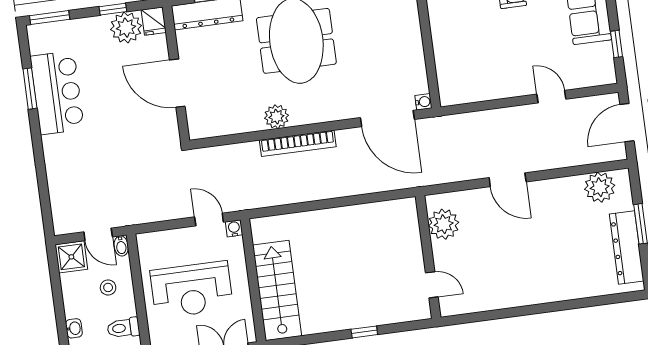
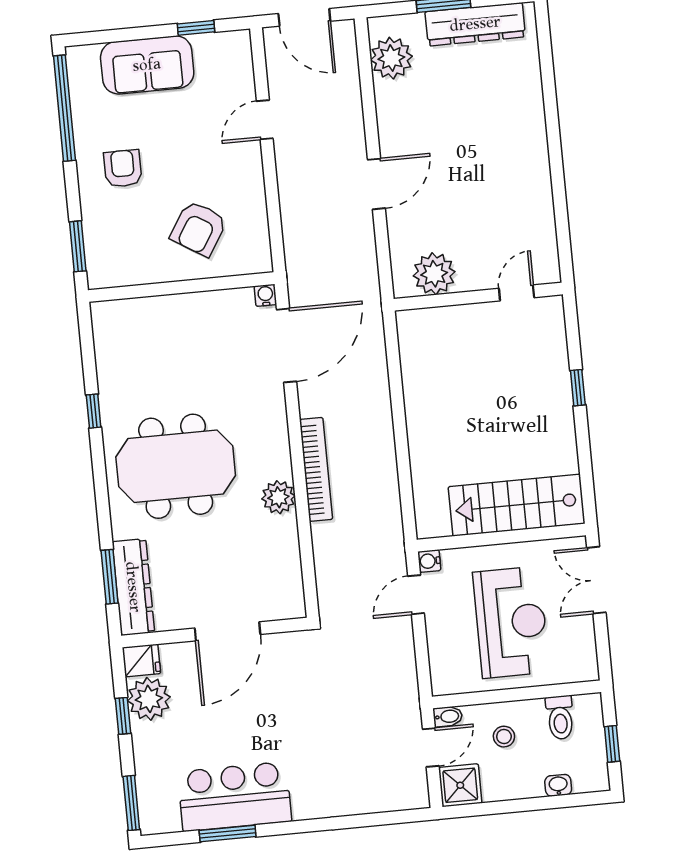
armchair: (470, 51) -> (199, 228), added

